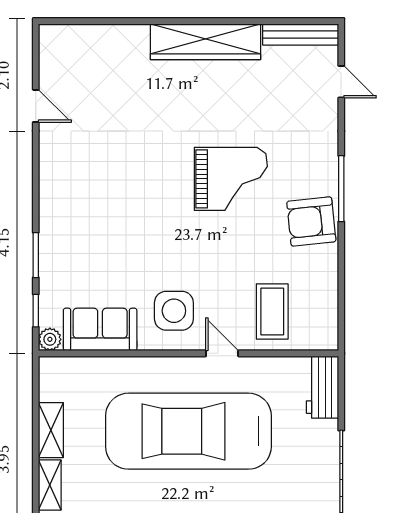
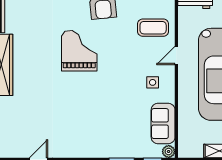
side table: (174, 311) -> (153, 82), width x0.54, depth x0.54

